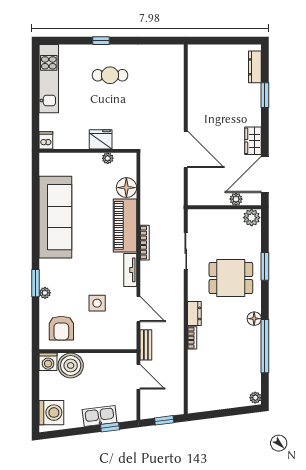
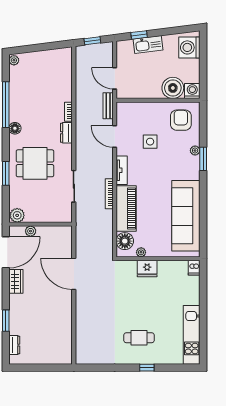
dresser: (255, 67) -> (14, 345), width x0.70
fridge: (101, 139) -> (147, 269), moved
dishwasher: (46, 140) -> (194, 268), moved
wall: (88, 151) -> (158, 259), moved
plant: (108, 158) -> (141, 252), moved

